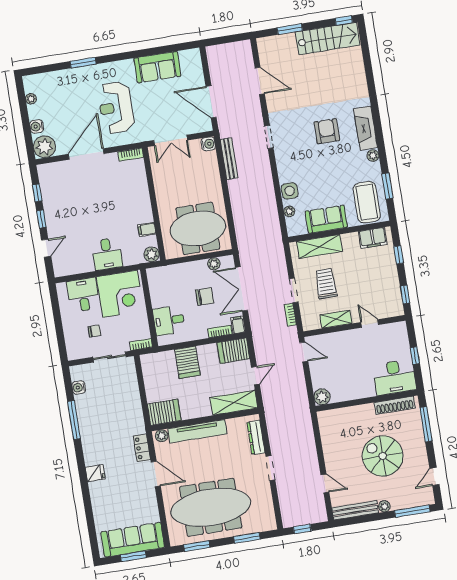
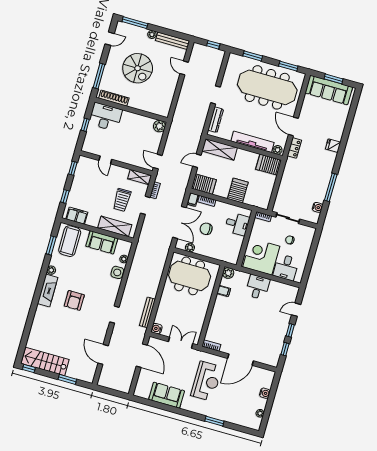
plant: (44, 147) -> (266, 377), removed
shelving: (336, 319) -> (140, 177), moved

